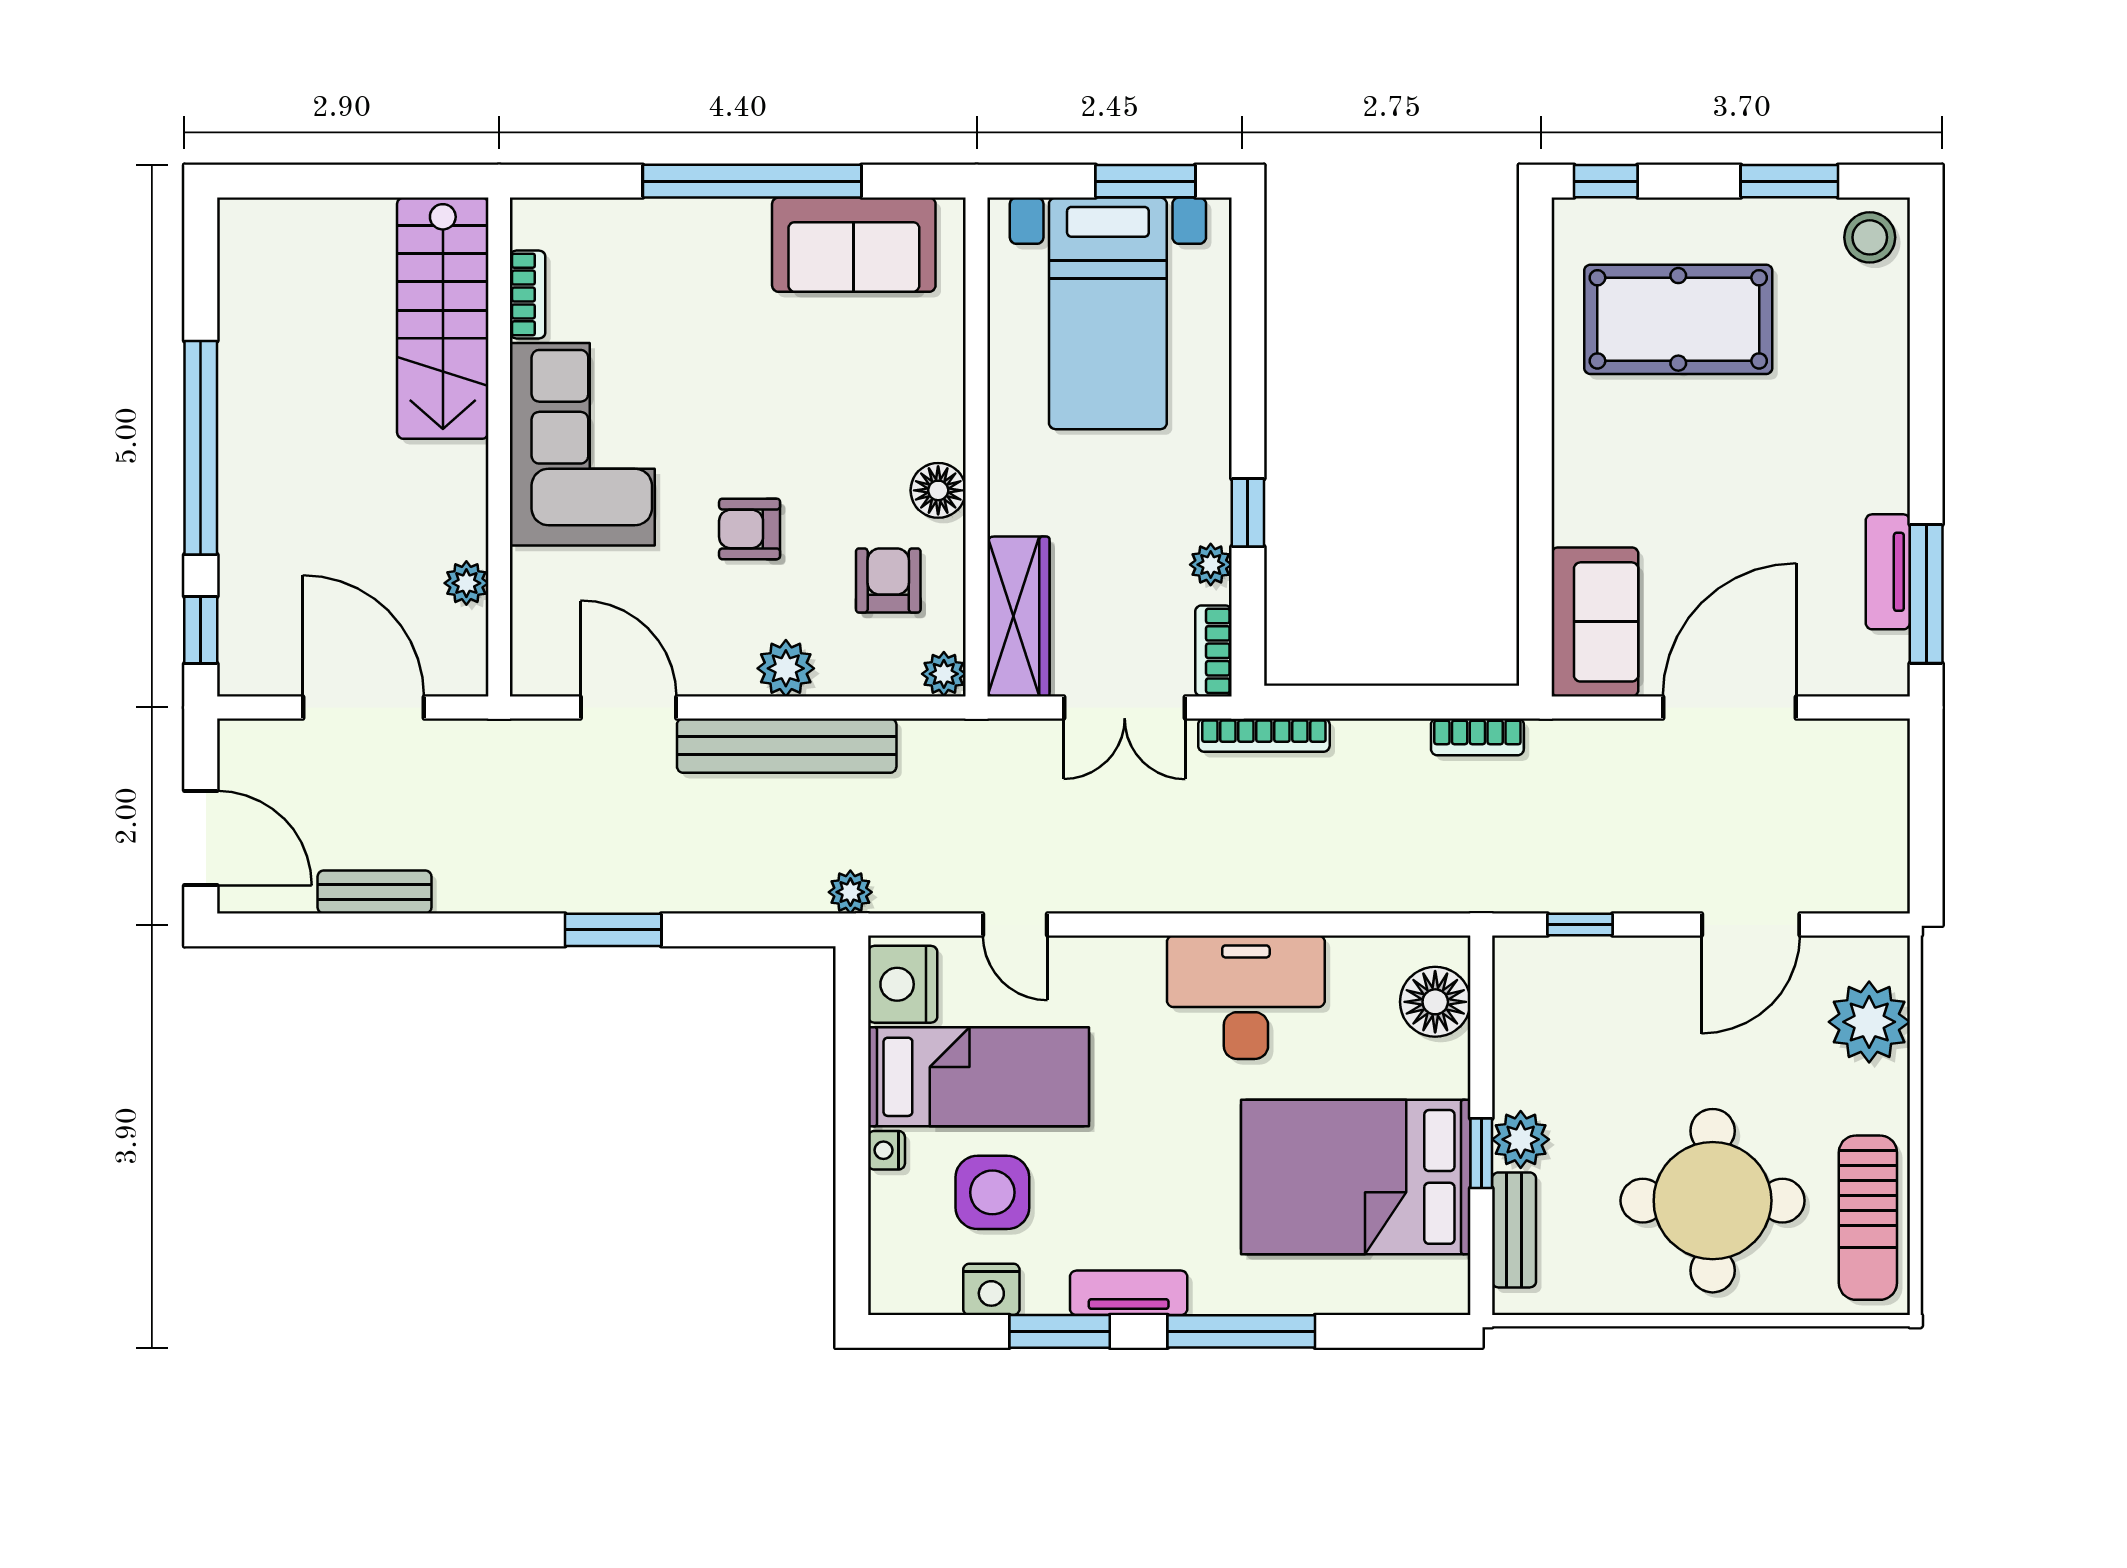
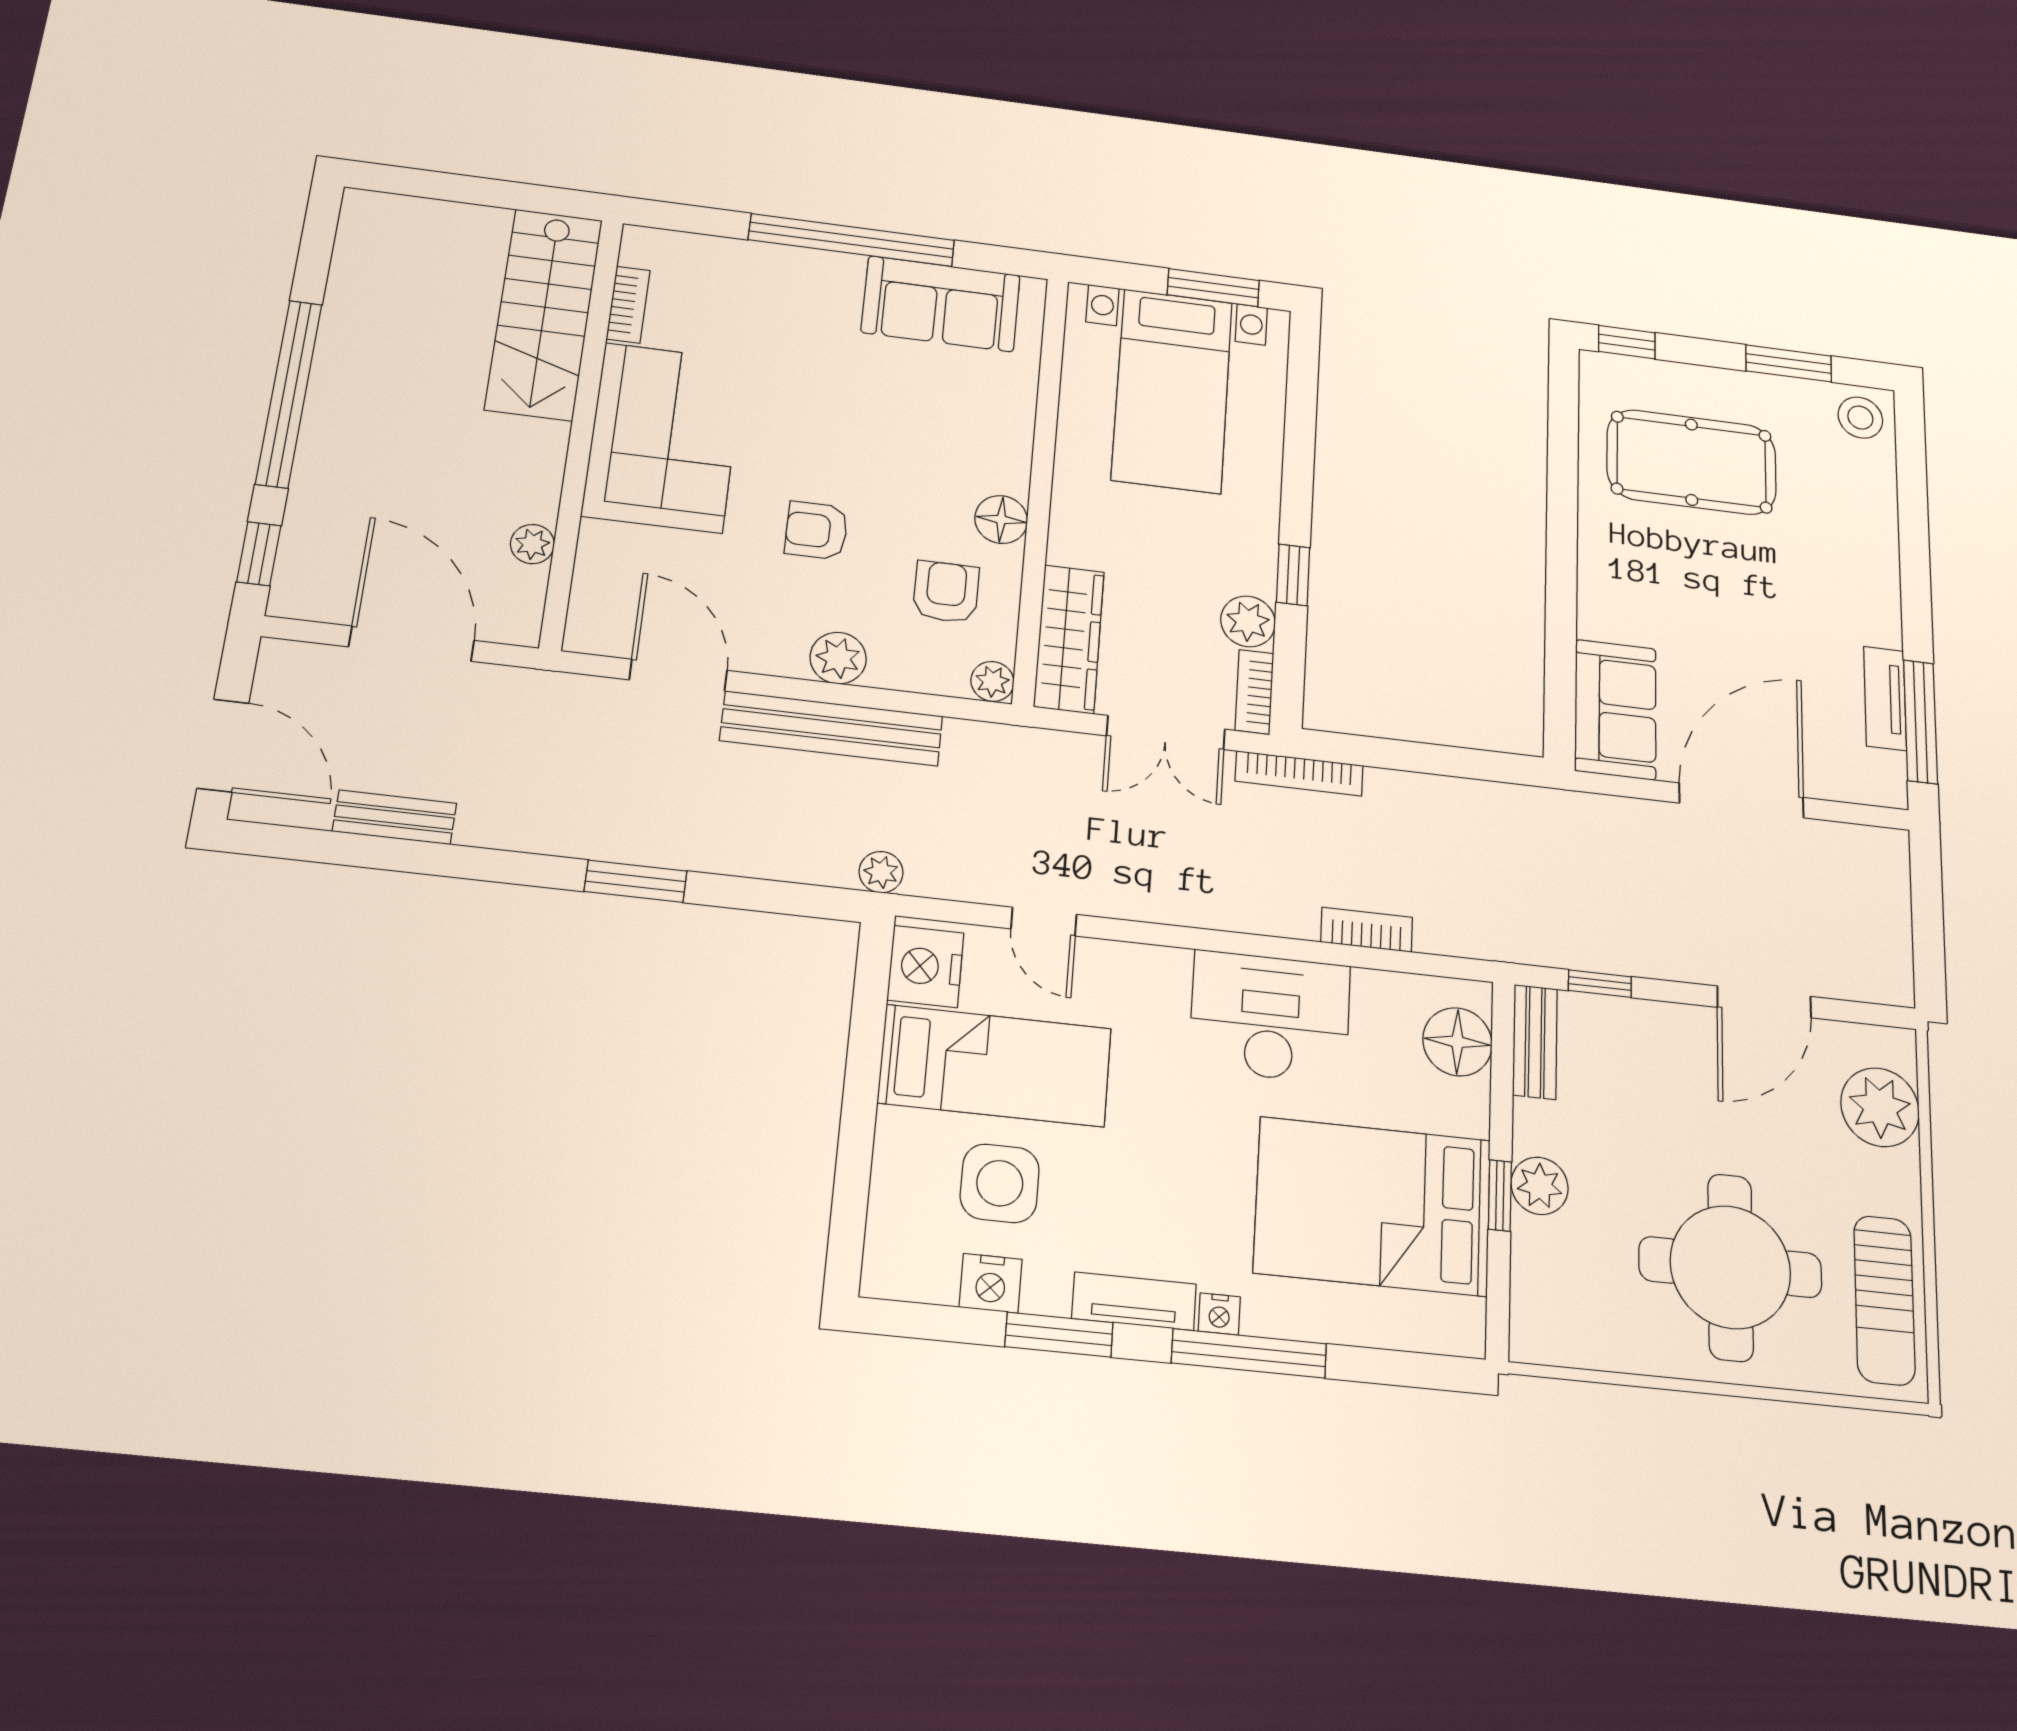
plant: (1211, 565) -> (1248, 621), width x1.38, depth x1.38
bookcase: (1477, 737) -> (1367, 930), moved, turned 180
nightstand: (886, 1150) -> (1219, 1314), moved, turned -90
bench: (1514, 1230) -> (1535, 1042), moved

